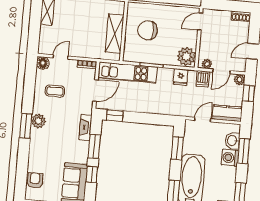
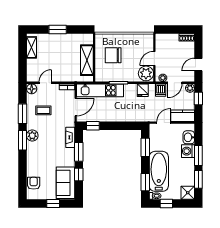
door: (200, 21) -> (154, 58), moved
window: (29, 93) -> (23, 114), added
window: (244, 151) -> (198, 155), moved

